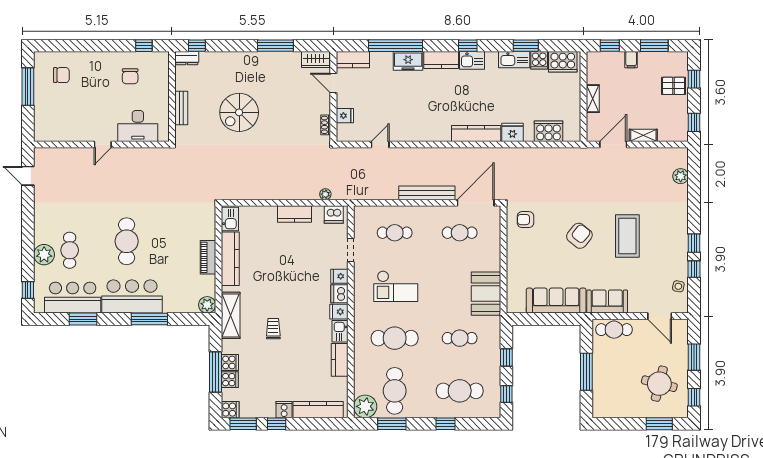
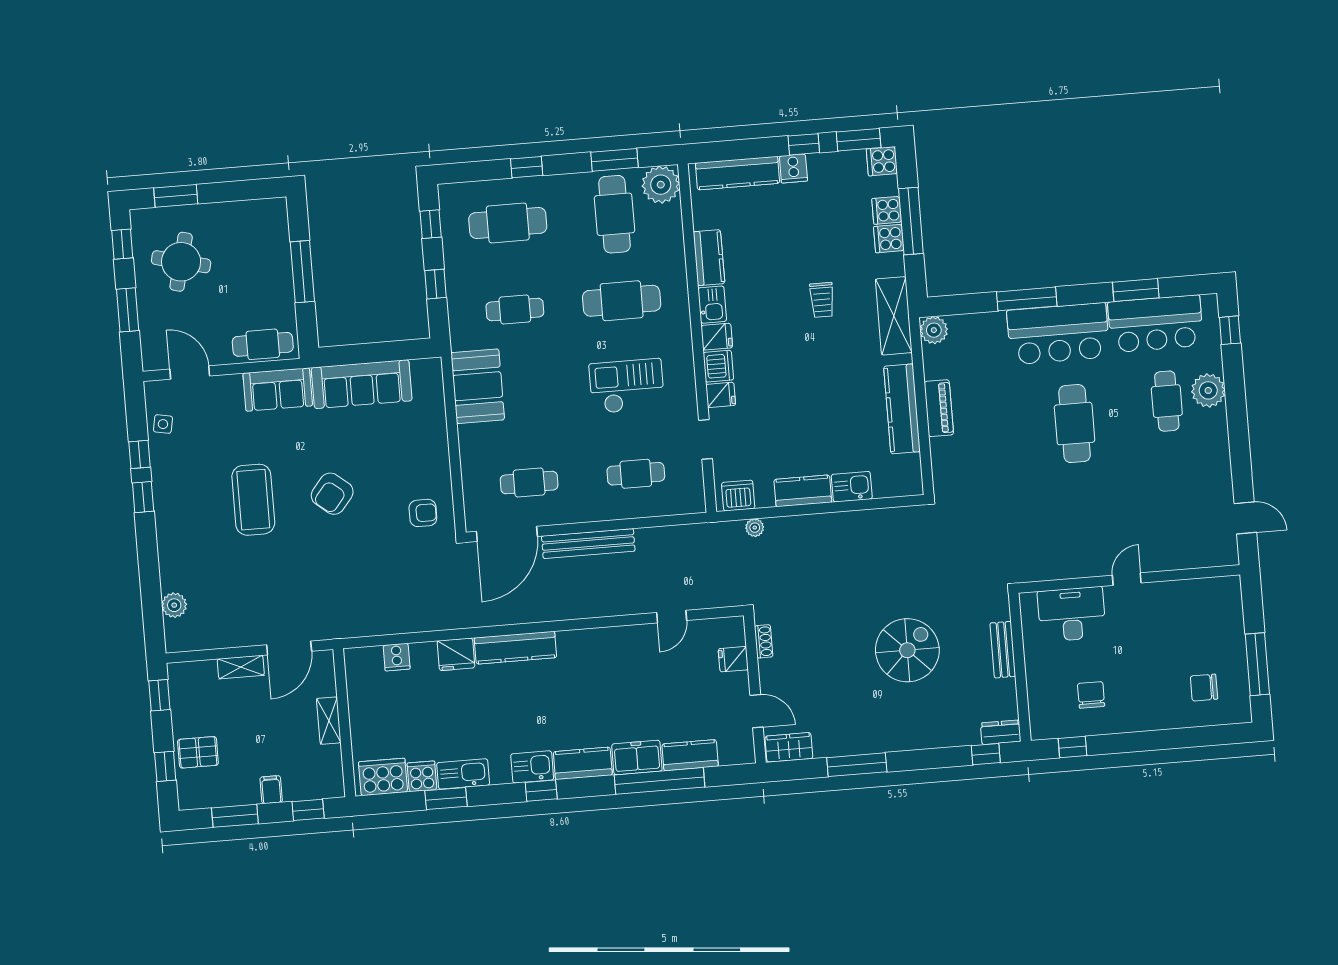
kitchen counter: (353, 60) -> (690, 755), moved
cooker: (549, 131) -> (397, 657), width x0.53, depth x0.76
kitchen sink: (230, 219) -> (852, 487), moved, turned 90

